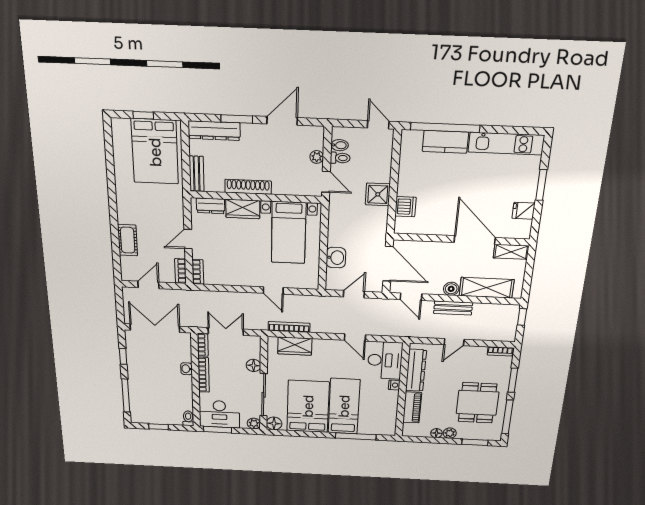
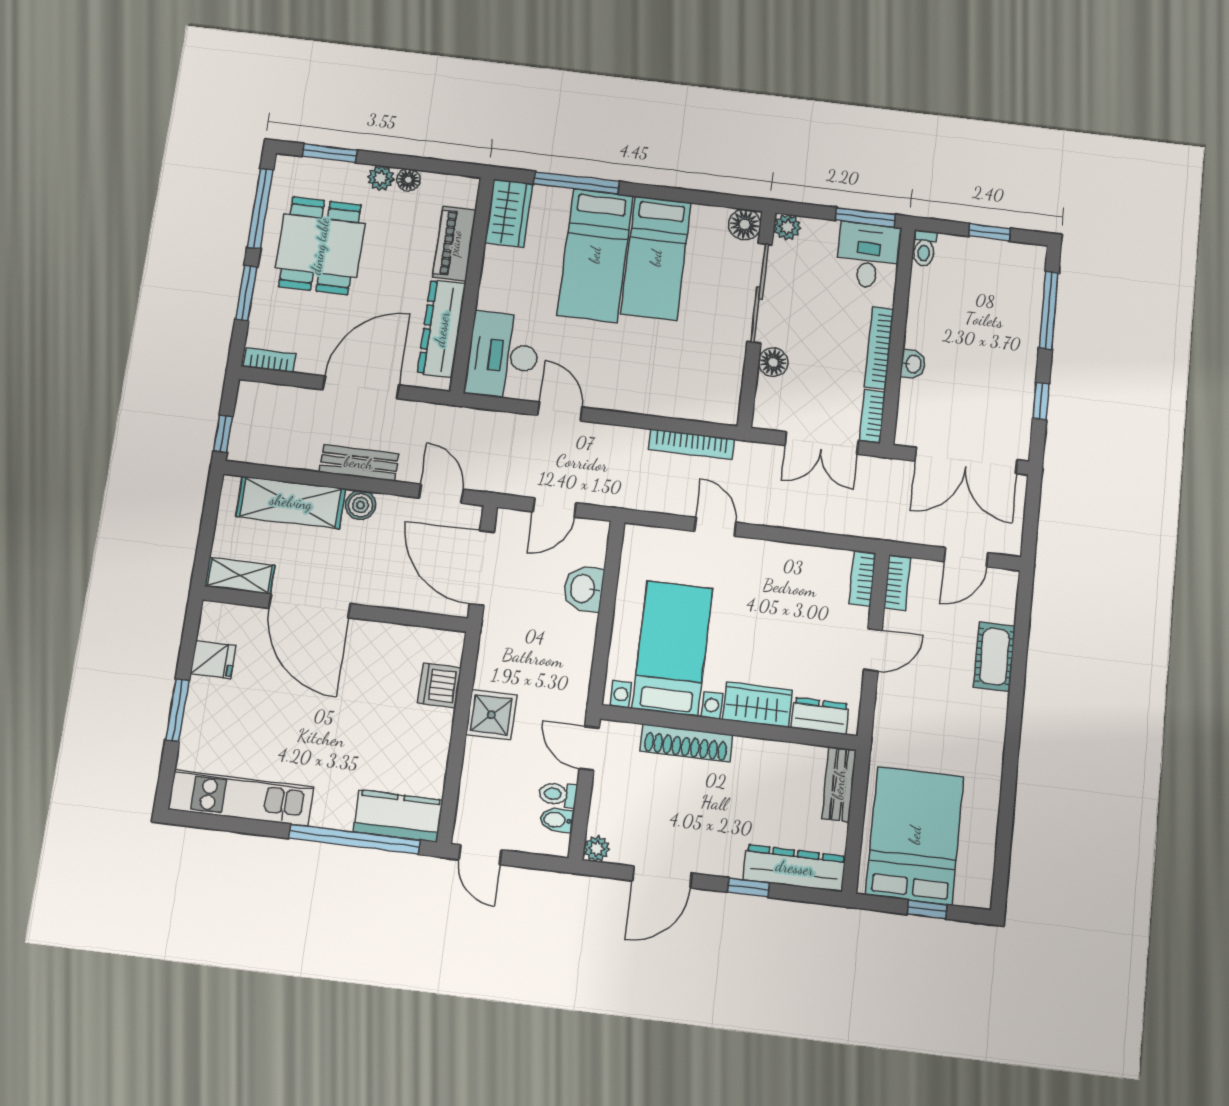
window: (237, 119) -> (748, 888), width x0.67
kitchen counter: (445, 142) -> (398, 816), moved
plant: (317, 157) -> (597, 849), moved
shoe rack: (248, 187) -> (686, 743), moved
door: (454, 342) -> (361, 387), width x1.88
wardrobe: (295, 346) -> (509, 213), moved, turned 90
nightstand: (394, 385) -> (488, 298), removed
bed: (308, 406) -> (656, 258), width x0.67
desk: (219, 414) -> (868, 255), width x0.73

